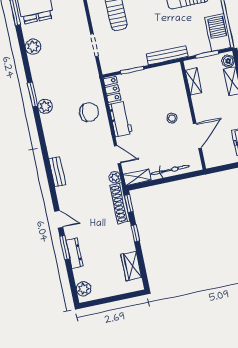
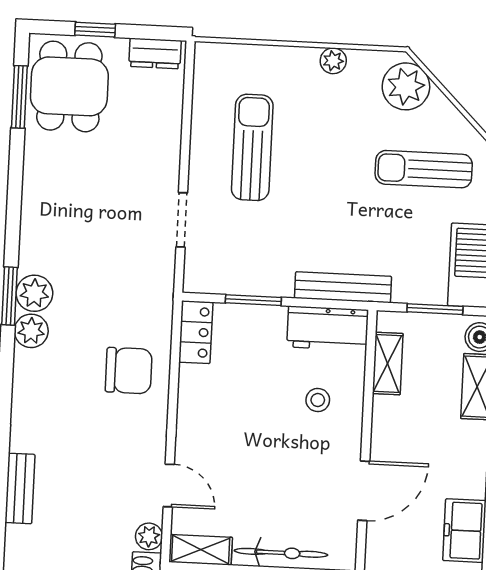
plant: (33, 47) -> (34, 293), moved
stool: (172, 118) -> (318, 400), moved
workbench: (121, 119) -> (328, 328), moved, turned 90

